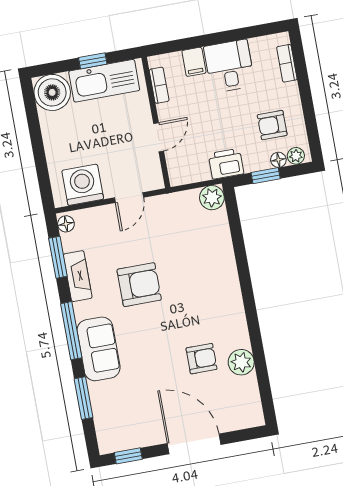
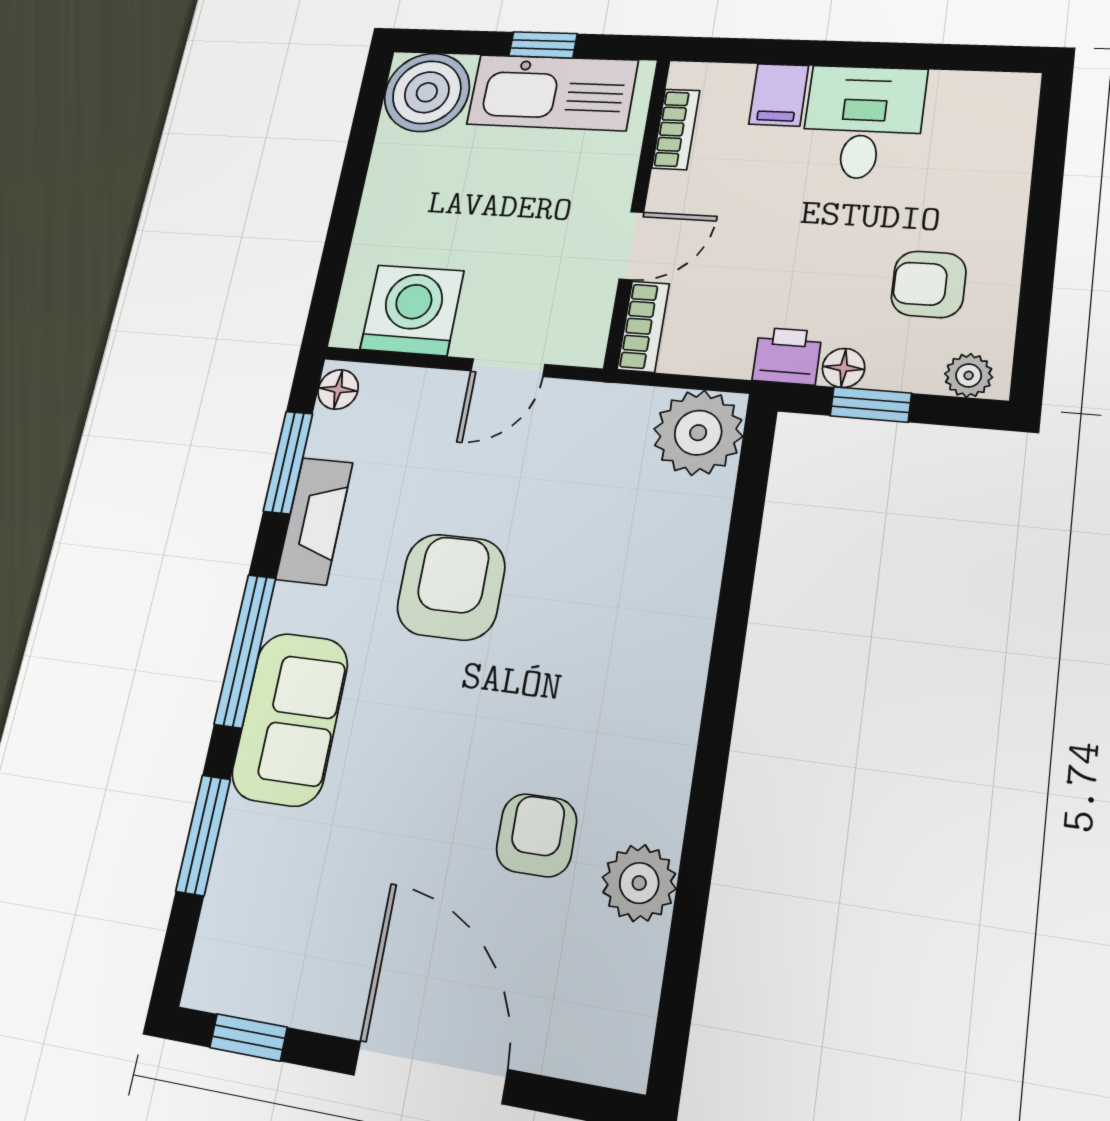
bookcase: (287, 63) -> (643, 327), moved, turned 180
floor lamp: (278, 160) -> (844, 368), moved
printer: (226, 164) -> (787, 356), width x0.73, depth x0.81
plant: (212, 198) -> (698, 433), width x1.36, depth x1.36
armchair: (139, 285) -> (451, 587), turned -90
armchair: (201, 359) -> (536, 835), turned -90

